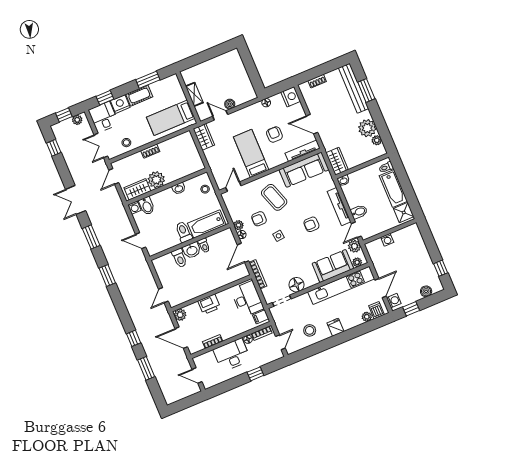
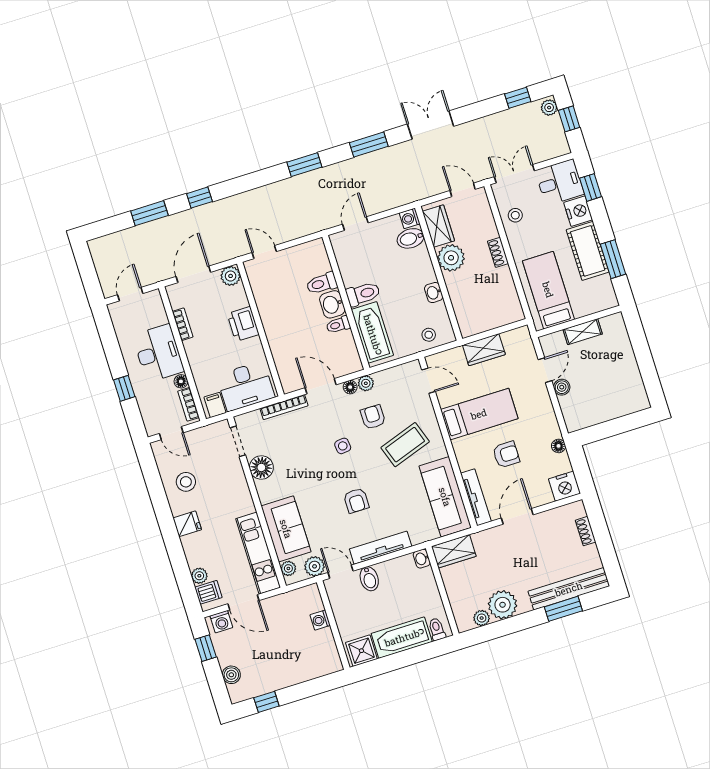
cot: (139, 96) -> (588, 251), width x1.37, depth x1.34
plant: (77, 120) -> (549, 108), moved
wardrobe: (204, 137) -> (484, 350), moved
armchair: (311, 224) -> (356, 501), turned 180
kitchen unit: (341, 285) -> (258, 553), width x0.73

